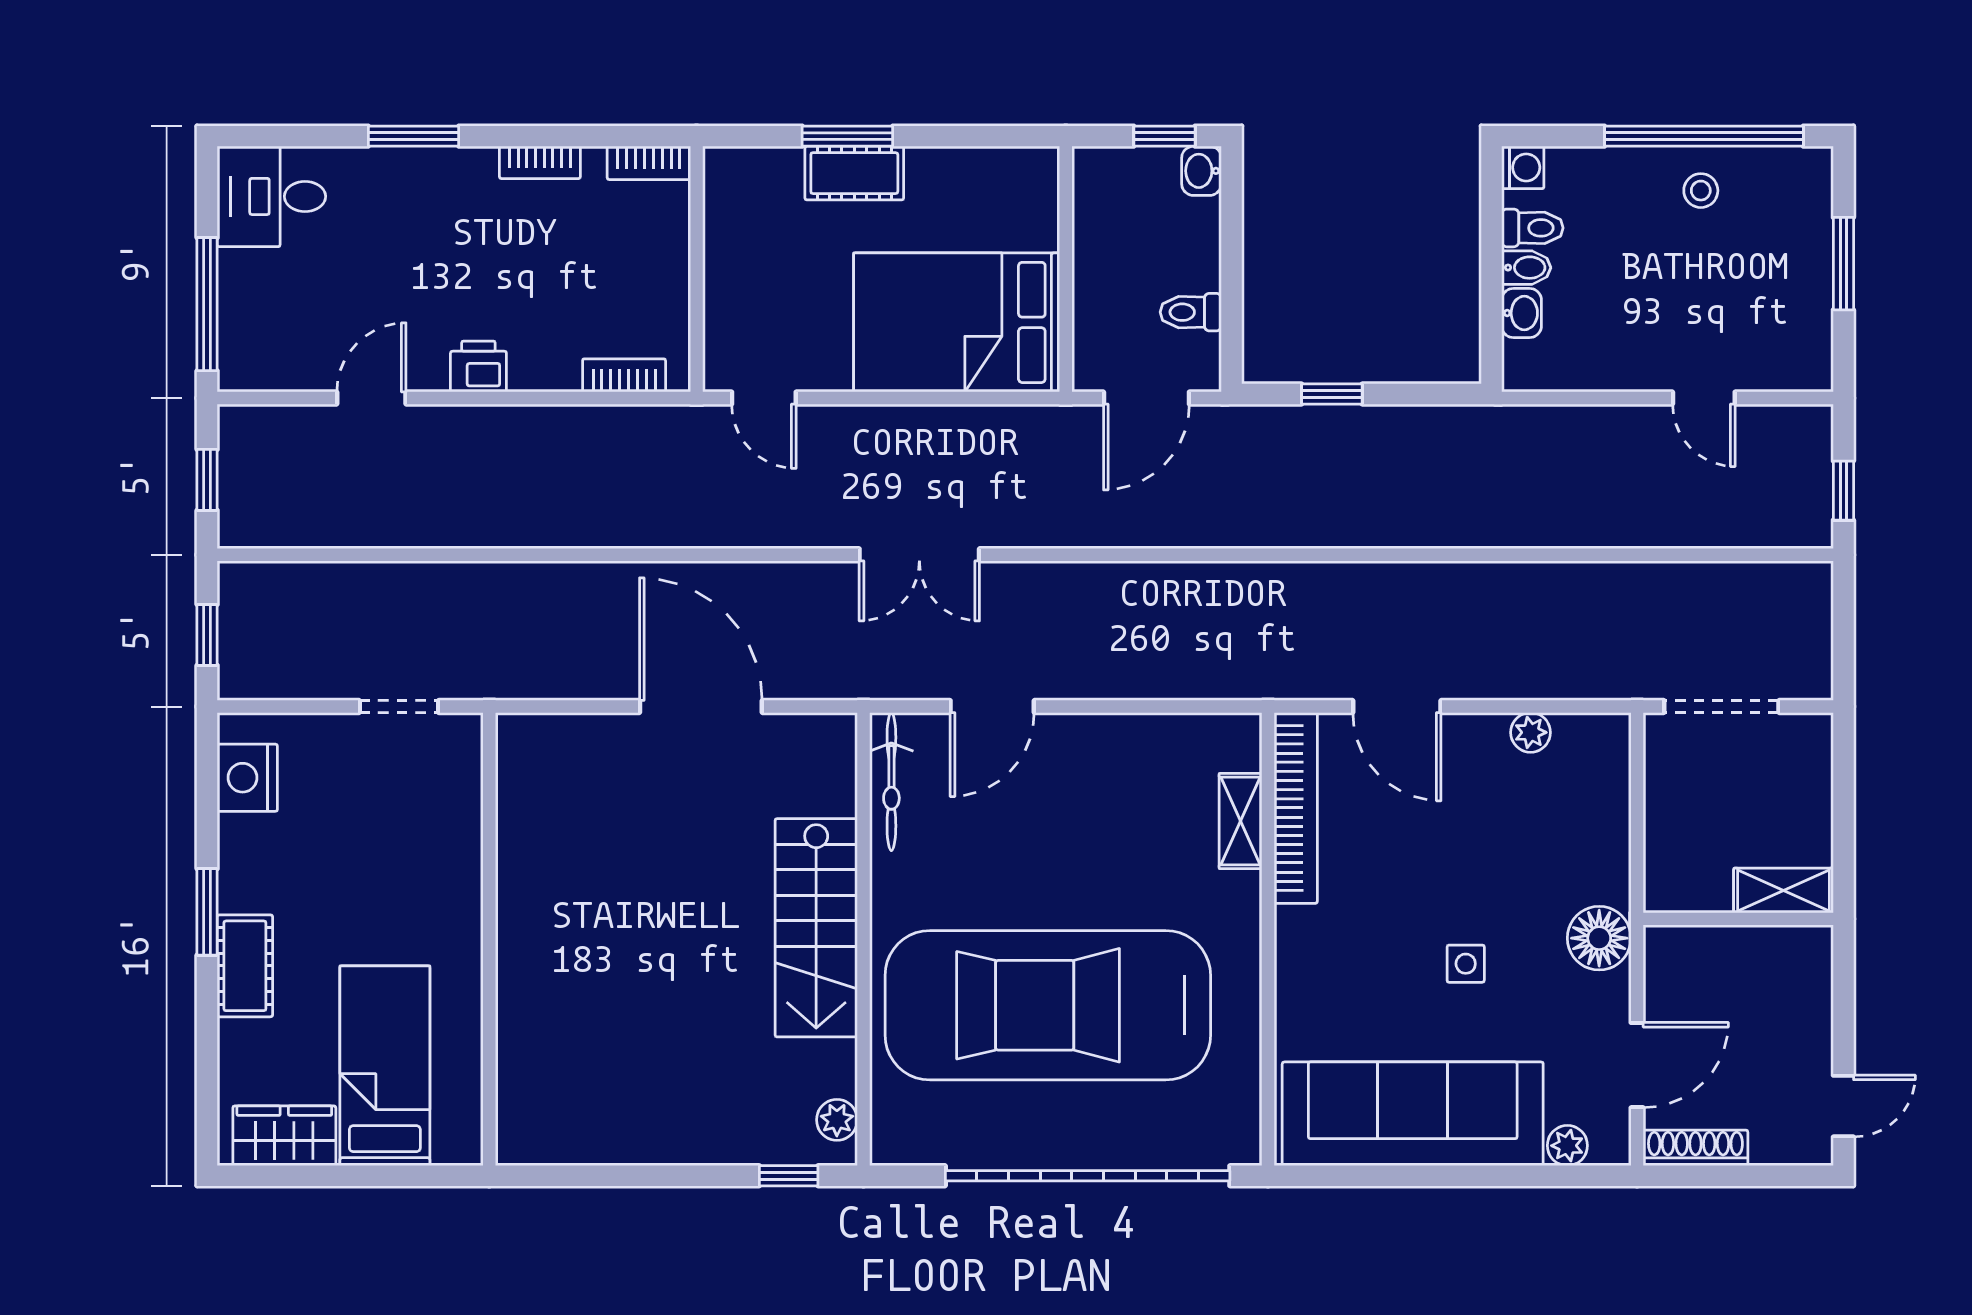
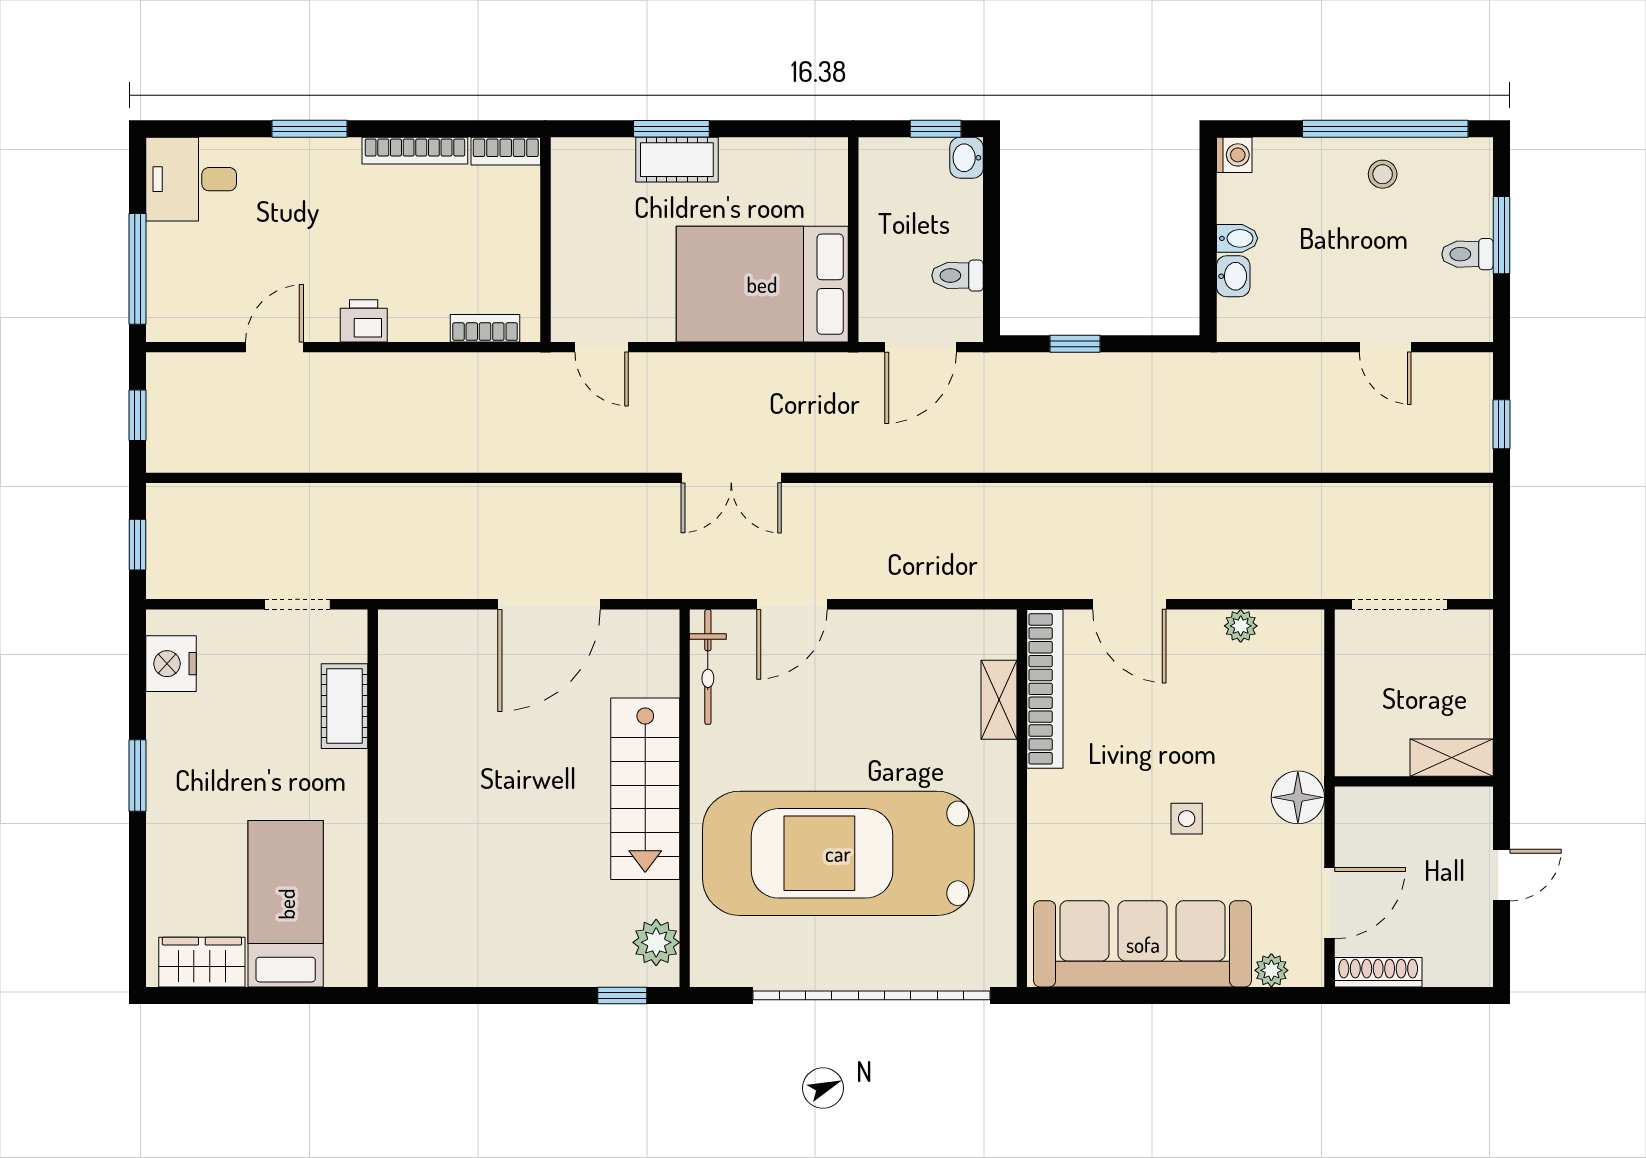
bookcase: (540, 162) -> (415, 151), width x1.56
toilet: (1532, 228) -> (1467, 254), moved, turned 180
door: (701, 707) -> (549, 604), swing flipped
cot: (245, 966) -> (345, 706), moved
door: (1843, 1106) -> (1501, 875), moved
plant: (837, 1120) -> (656, 942), width x1.38, depth x1.38

